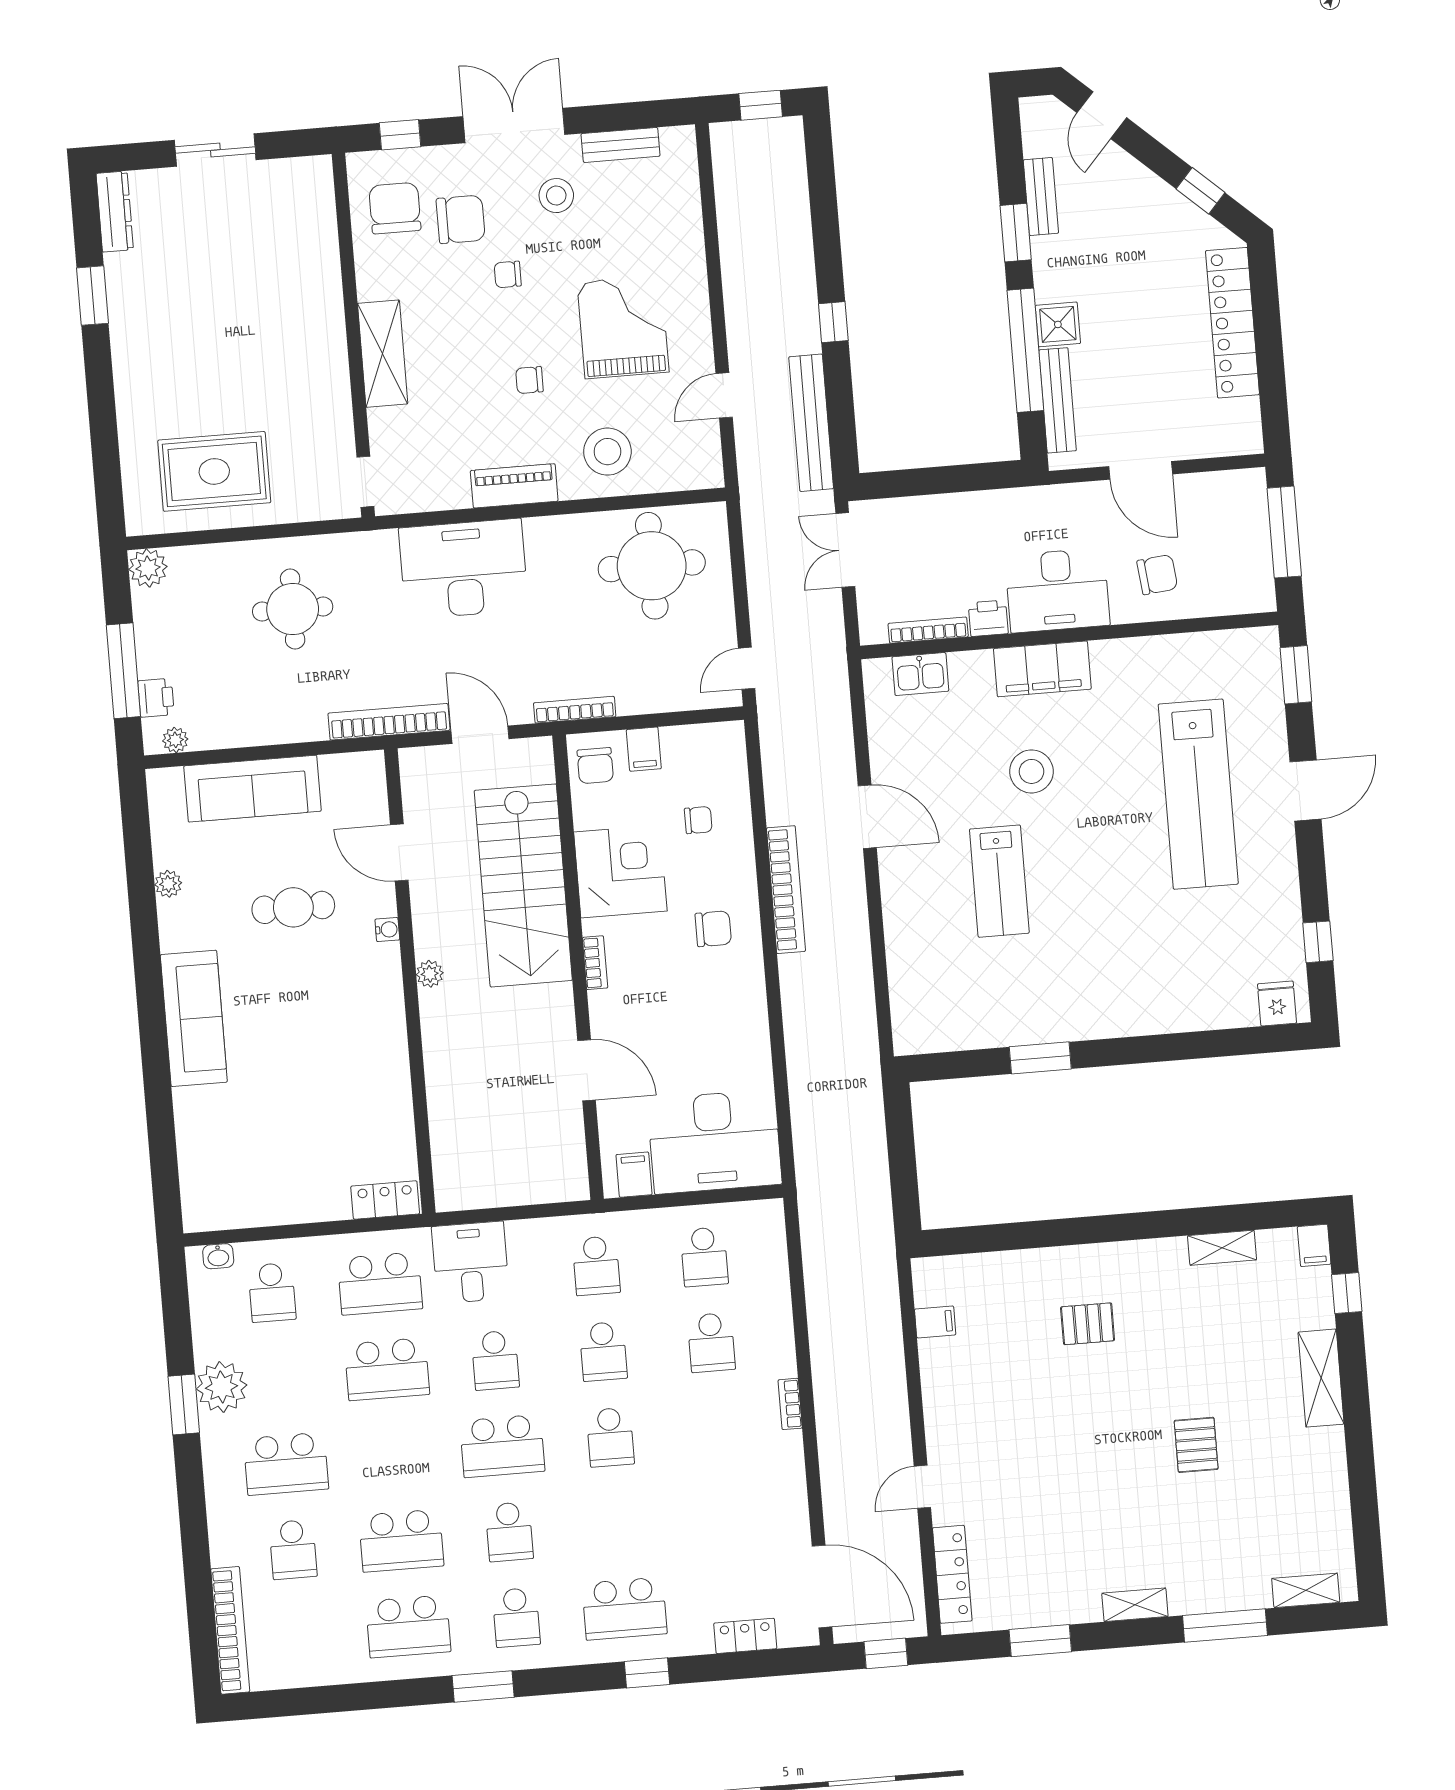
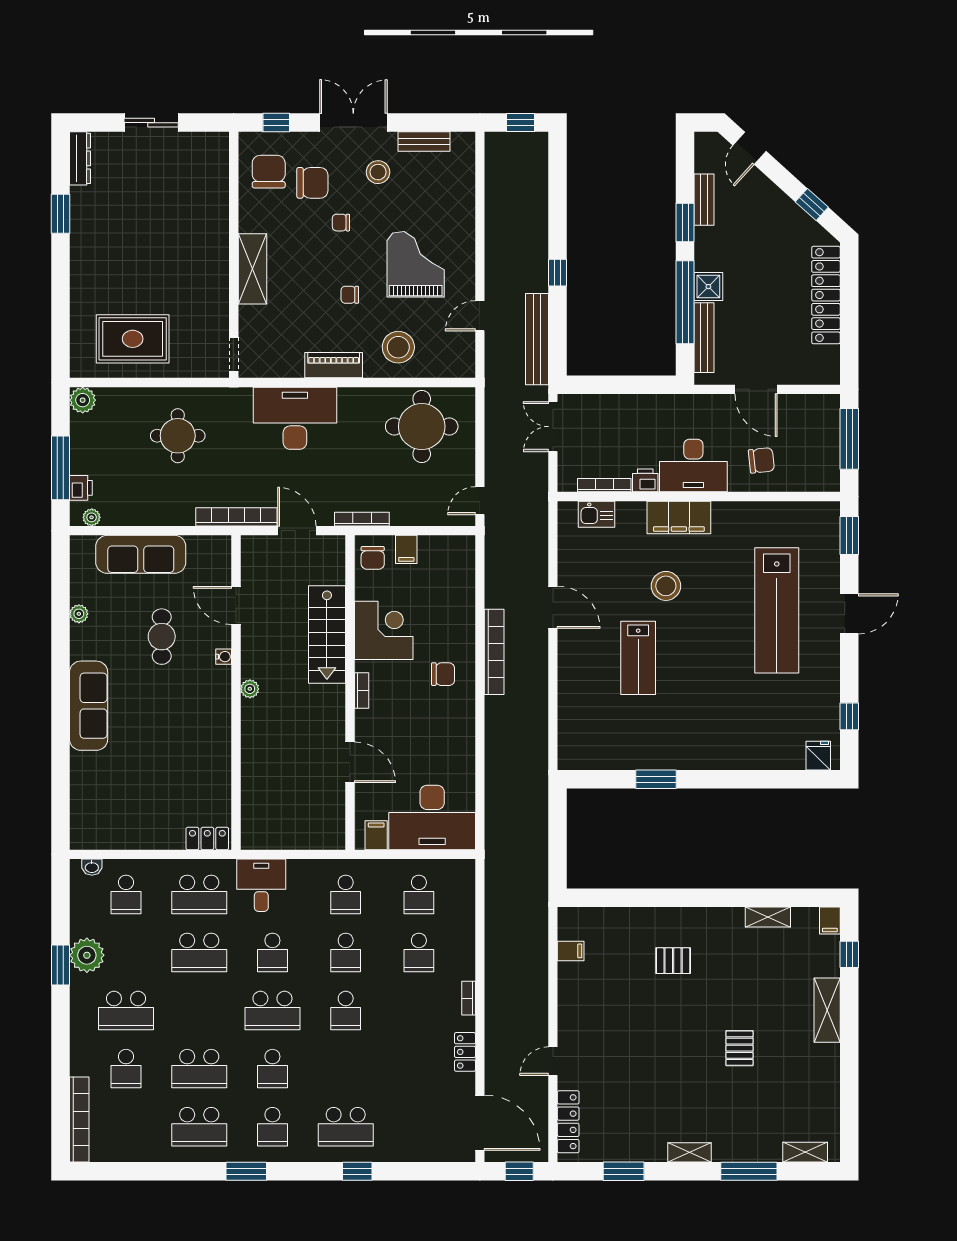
chair: (698, 820) -> (439, 600), removed
stairs: (523, 885) -> (327, 634), width x0.73, depth x0.66
cafe table: (293, 907) -> (162, 637), turned 90
locker: (745, 1636) -> (465, 1052), moved, turned -90

